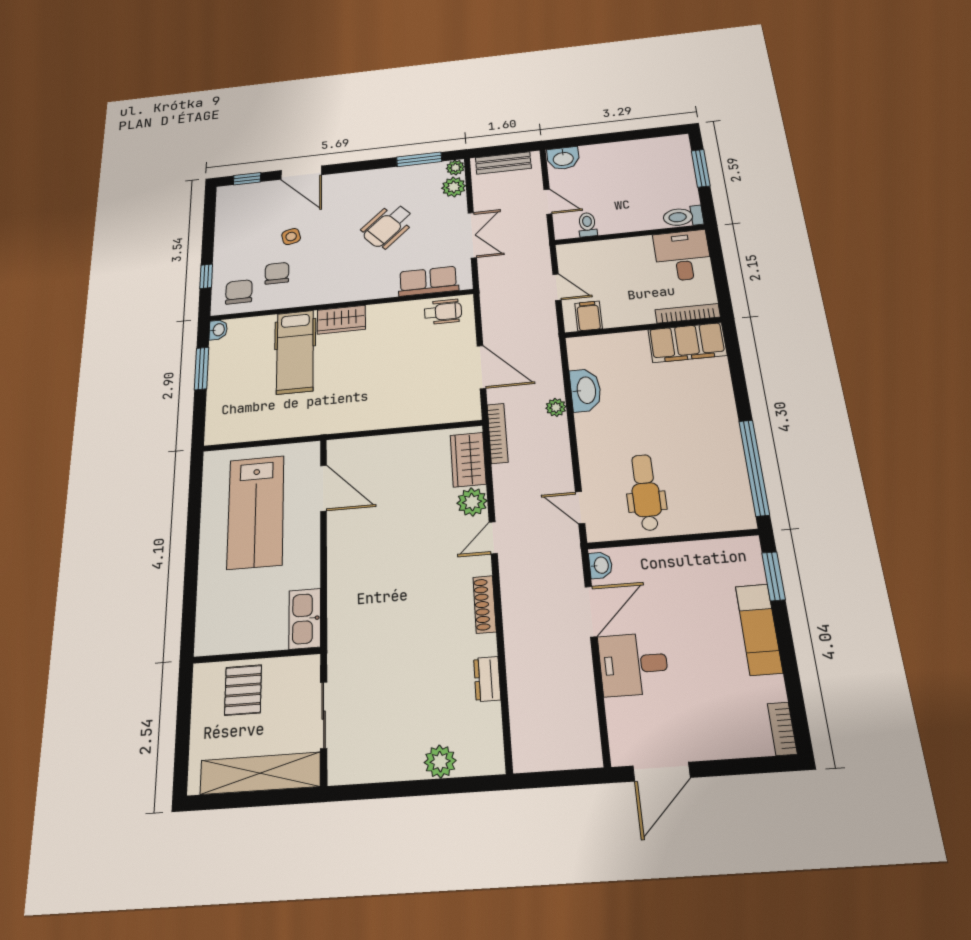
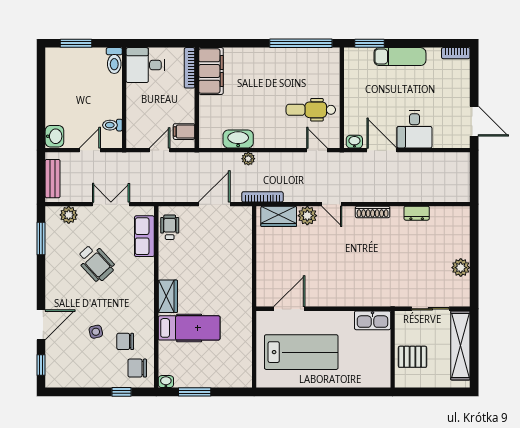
plant: (455, 168) -> (52, 213), removed
door: (580, 508) -> (317, 150), swing flipped
plant: (440, 762) -> (461, 268), moved

